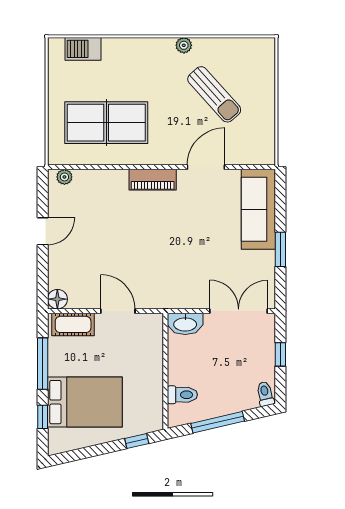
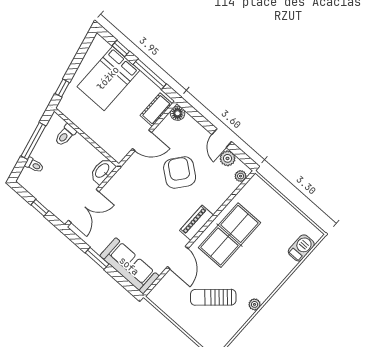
table tennis table: (106, 123) -> (229, 235), moved
plant: (58, 207) -> (228, 158), added
armchair: (116, 243) -> (180, 172), added
toilet: (265, 394) -> (34, 165), moved

